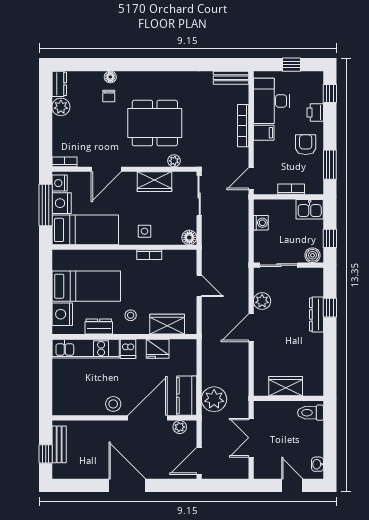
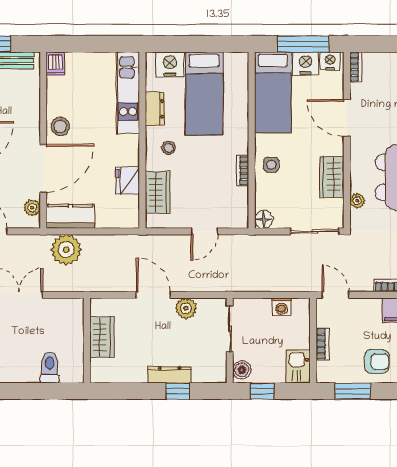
dishwasher: (128, 349) -> (55, 64), moved, turned -90
wardrobe: (286, 386) -> (102, 337), moved
wall: (288, 398) -> (87, 340), moved
door: (148, 418) -> (43, 168), hinge flipped

